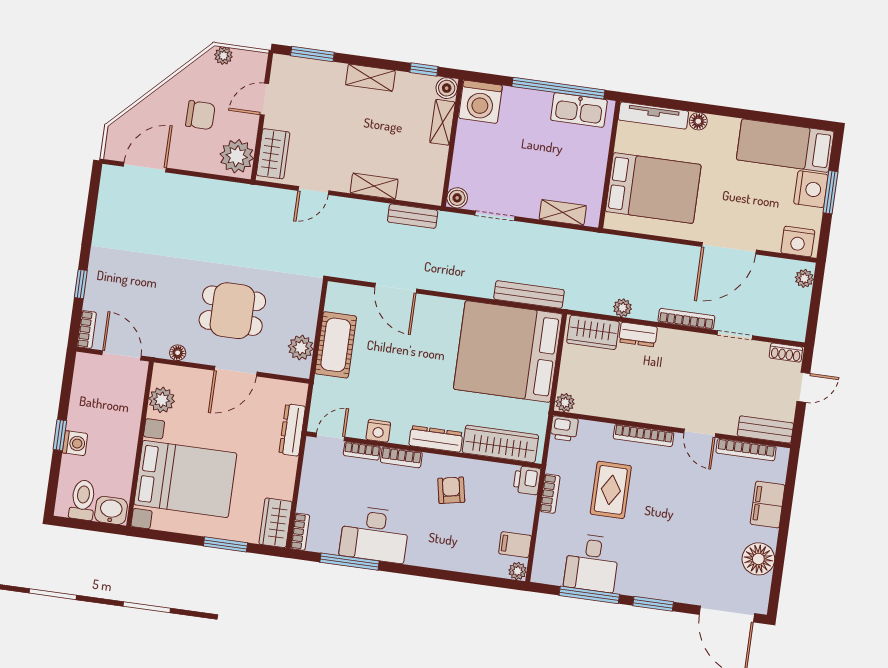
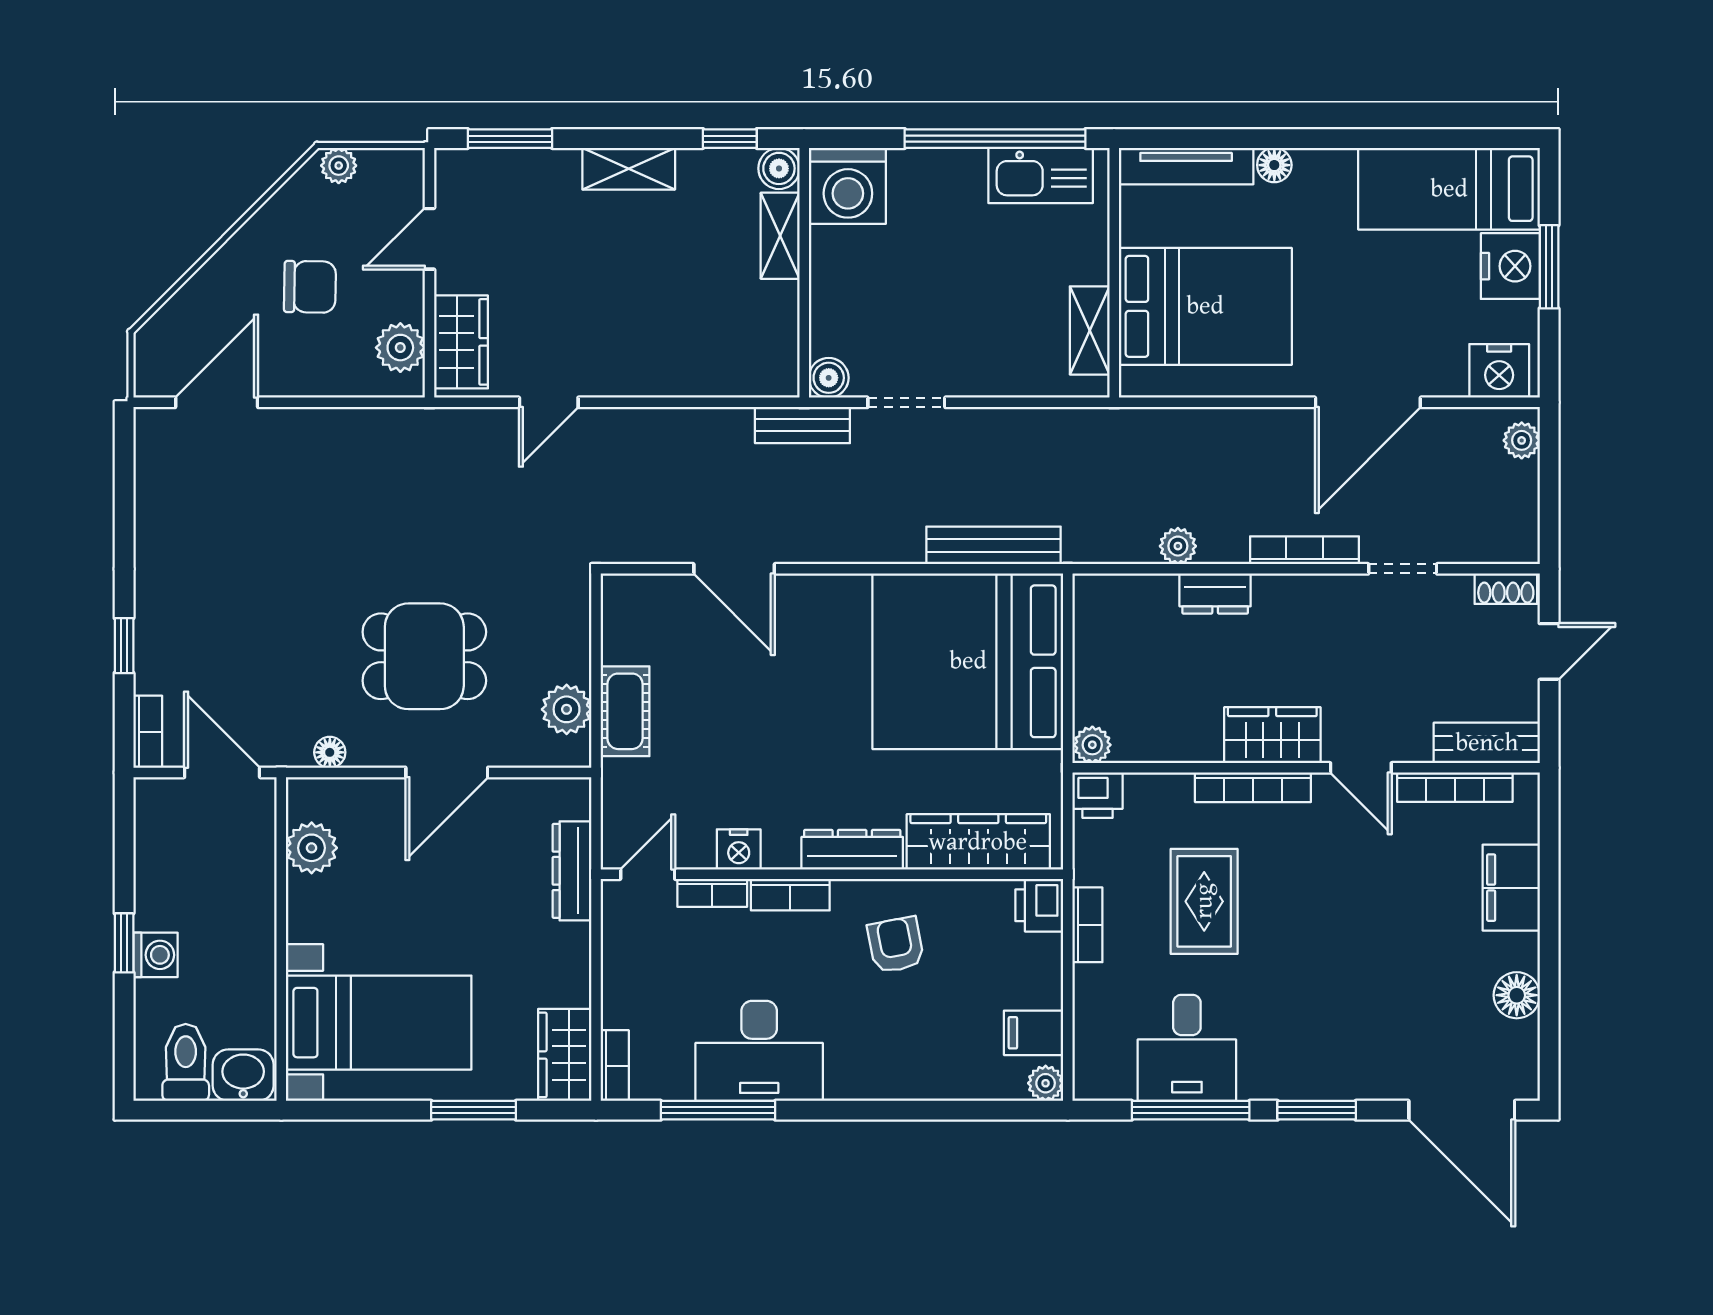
plant: (237, 156) -> (400, 348), width x0.73, depth x0.73
shelving: (374, 186) -> (665, 378), removed
shelving: (563, 212) -> (1090, 330), moved, turned 90
bench: (413, 216) -> (802, 425), moved
wardrobe: (593, 332) -> (1272, 735), moved, turned 180
cot: (336, 345) -> (625, 711), width x0.73, depth x0.75
bed with nightstands: (185, 479) -> (379, 1023), width x0.73
floor lamp: (758, 559) -> (1517, 995), width x0.73, depth x0.73

